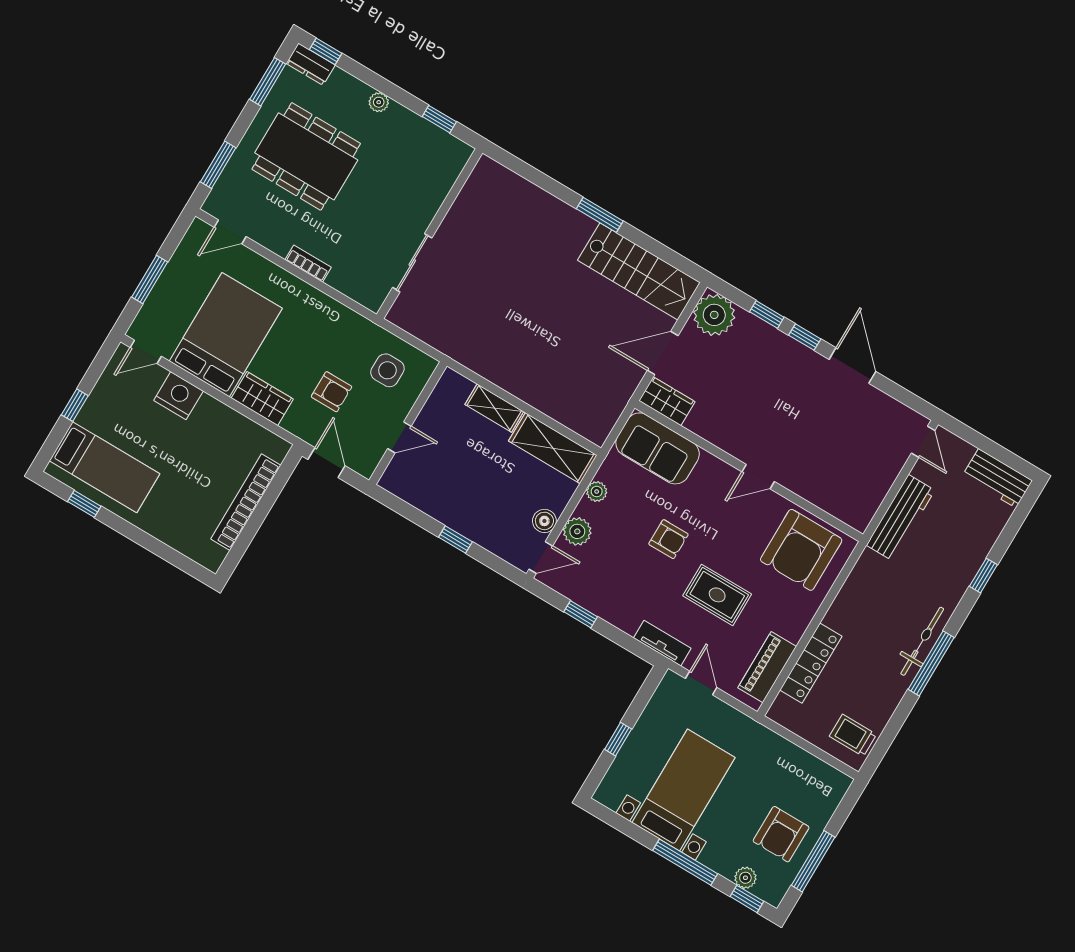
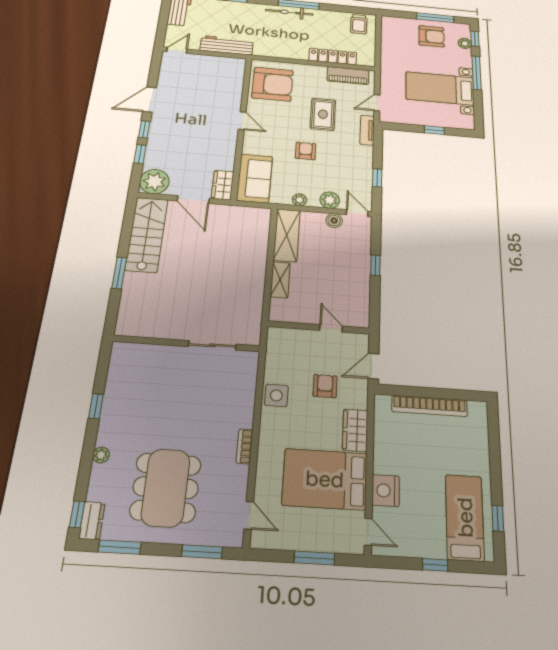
wall: (430, 234) -> (187, 344), moved
sliding door: (412, 263) -> (212, 345), moved
side table: (387, 370) -> (276, 395), moved

